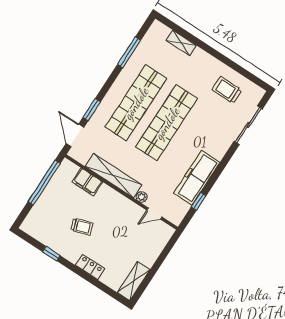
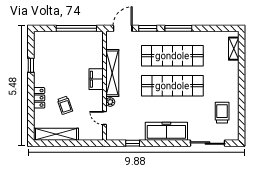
shelving: (181, 43) -> (234, 49), moved
window: (129, 52) -> (178, 28), moved
freezer: (197, 178) -> (166, 131), moved
filing cabinet: (87, 182) -> (96, 79), moved
trolley: (82, 227) -> (65, 105), moved
shelving: (134, 281) -> (56, 134), width x1.47

